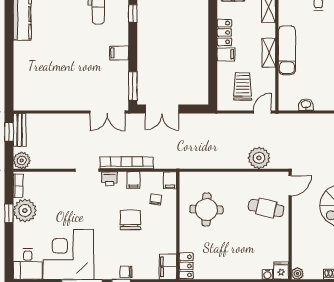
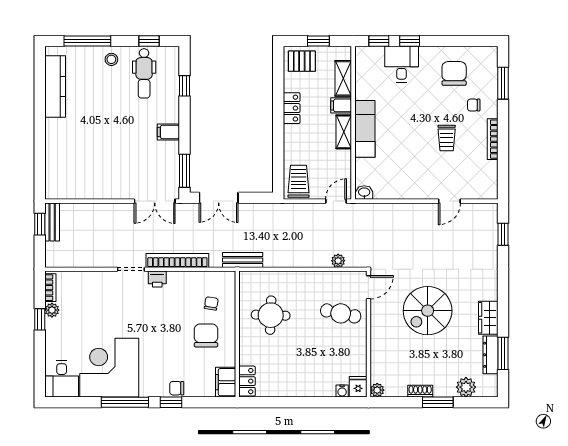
filing cabinet: (226, 54) -> (341, 105), moved, turned 180
trolley: (243, 86) -> (299, 181), moved
washbasin: (306, 105) -> (364, 192), moved
plant: (259, 158) -> (338, 261), width x0.53, depth x0.53
plant: (22, 160) -> (55, 258), removed
bench: (182, 162) -> (243, 260), added
filing cabinet: (133, 180) -> (185, 281), removed
filing cabinet: (170, 180) -> (228, 281), removed
plant: (25, 211) -> (52, 310), width x0.53, depth x0.53
chair: (131, 220) -> (206, 335), moved

